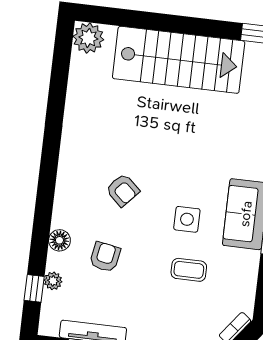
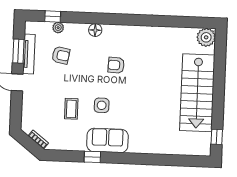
armchair: (123, 190) -> (116, 65), turned 51
floor lamp: (59, 240) -> (95, 30), moved
armchair: (105, 257) -> (61, 55), moved

